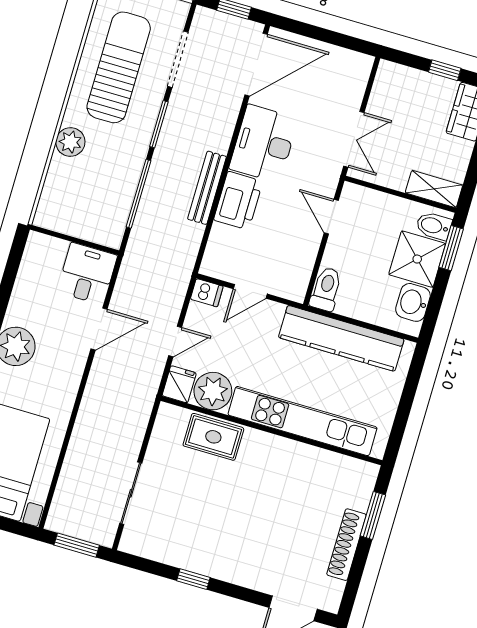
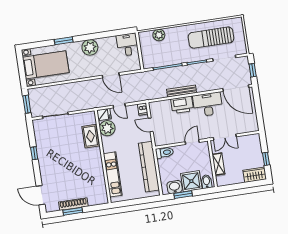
sun lounger: (119, 67) -> (211, 38), turned 180
plant: (70, 142) -> (159, 35), moved
shelving: (434, 189) -> (218, 164), moved
window: (451, 248) -> (183, 195), moved
desk: (87, 274) -> (127, 45), moved, turned -90
kitchen unit: (303, 421) -> (113, 174), width x0.73
window: (373, 515) -> (73, 211), moved

